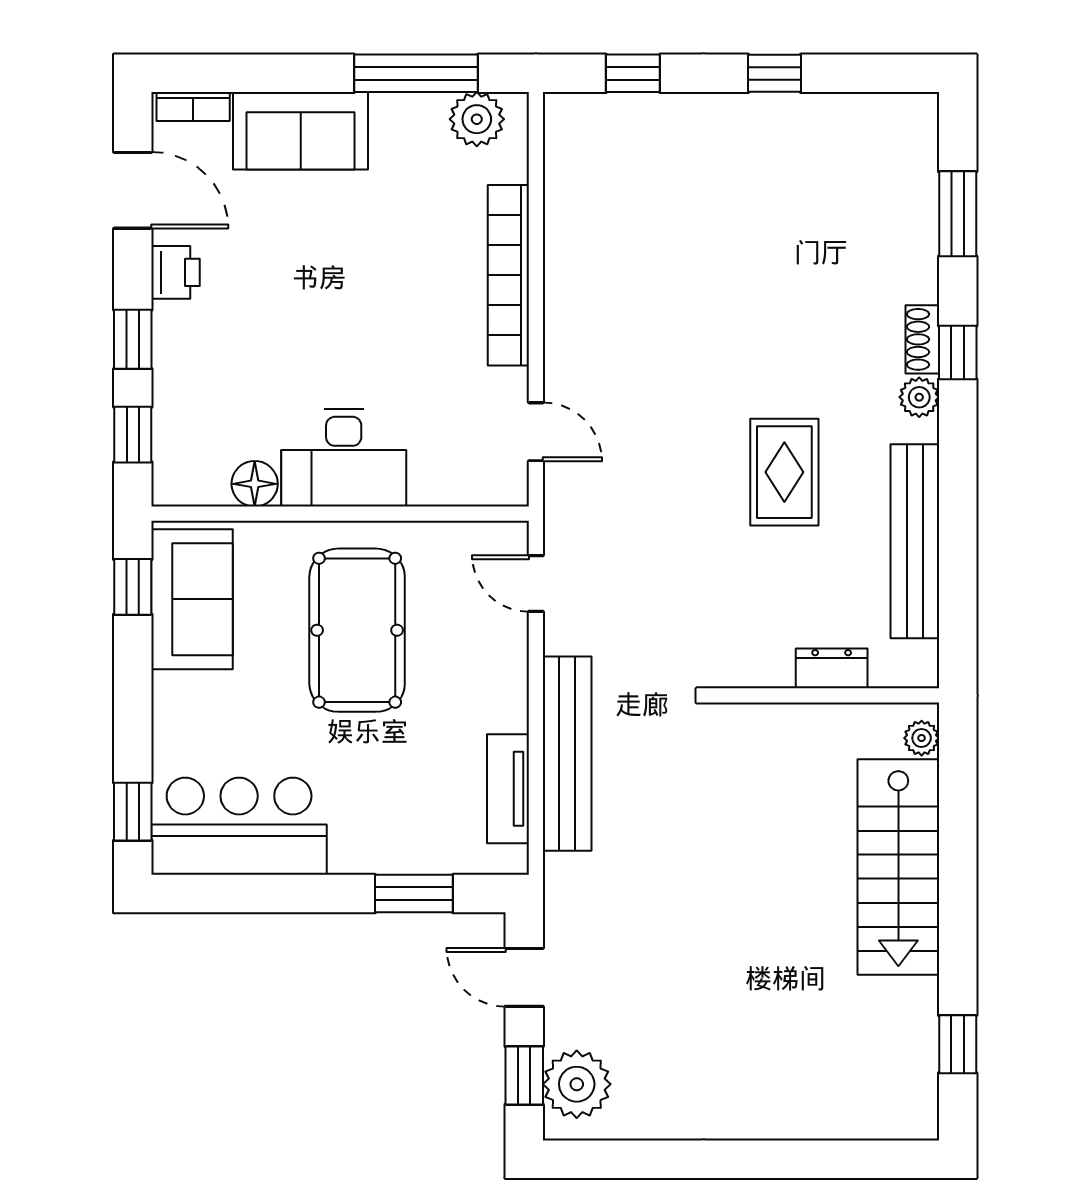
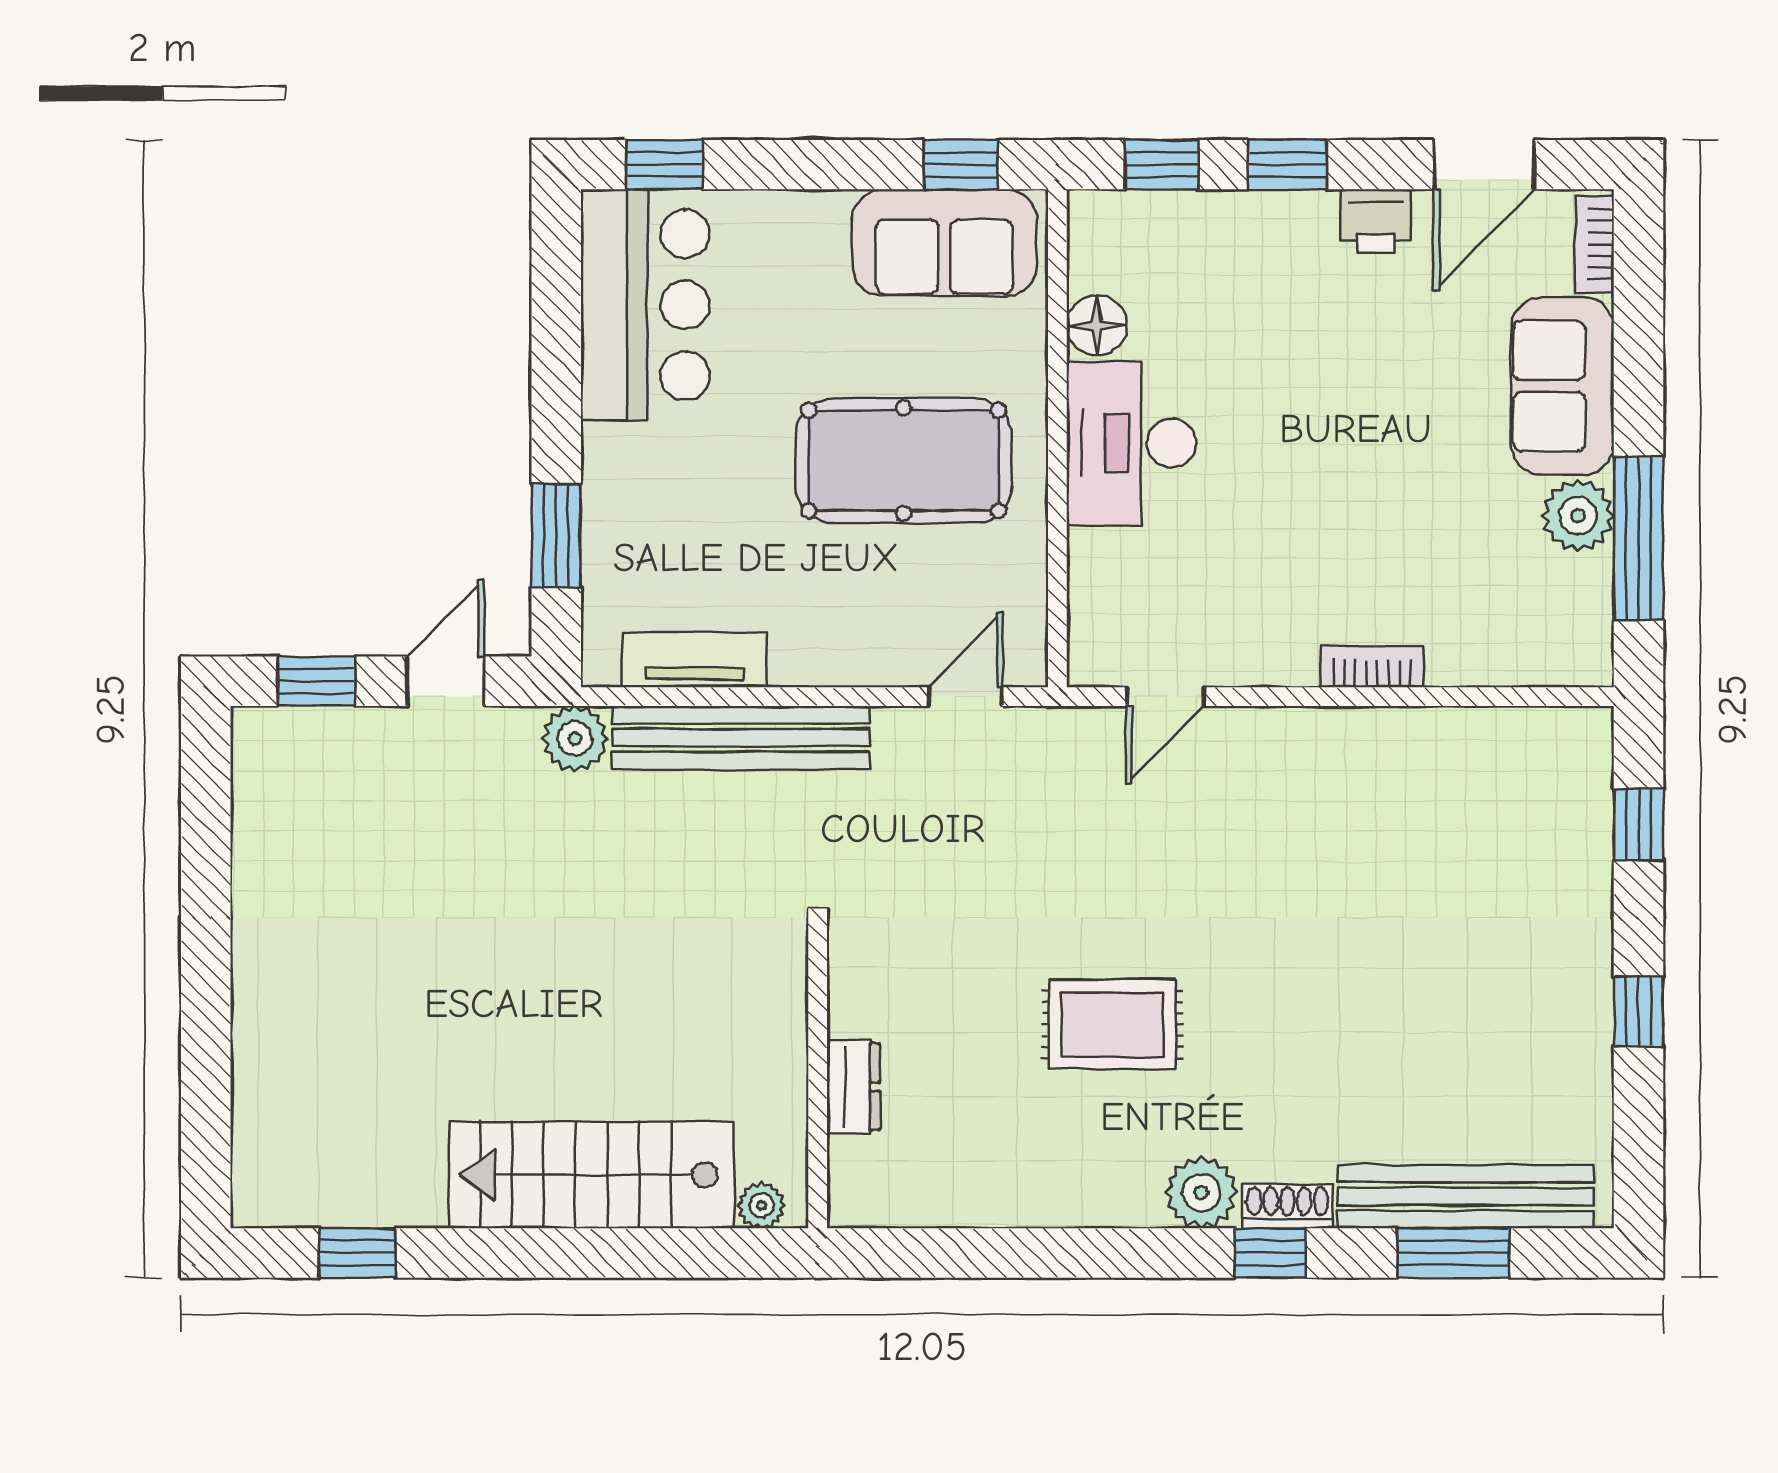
plant: (477, 119) -> (1578, 516), moved
bookcase: (508, 275) -> (1372, 667), width x0.43, depth x0.76
plant: (919, 397) -> (1201, 1192), width x1.38, depth x1.38
bench: (915, 541) -> (1466, 1197), moved
plant: (577, 1084) -> (575, 739), moved, width x0.73, depth x0.73

